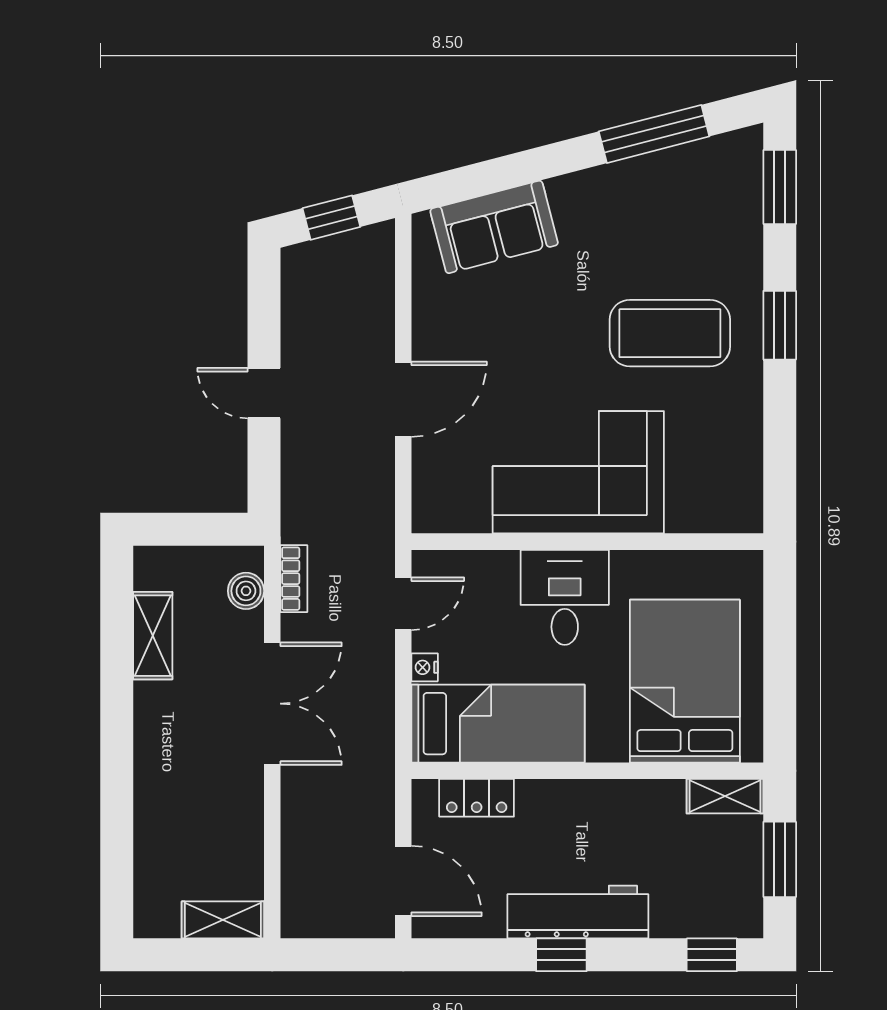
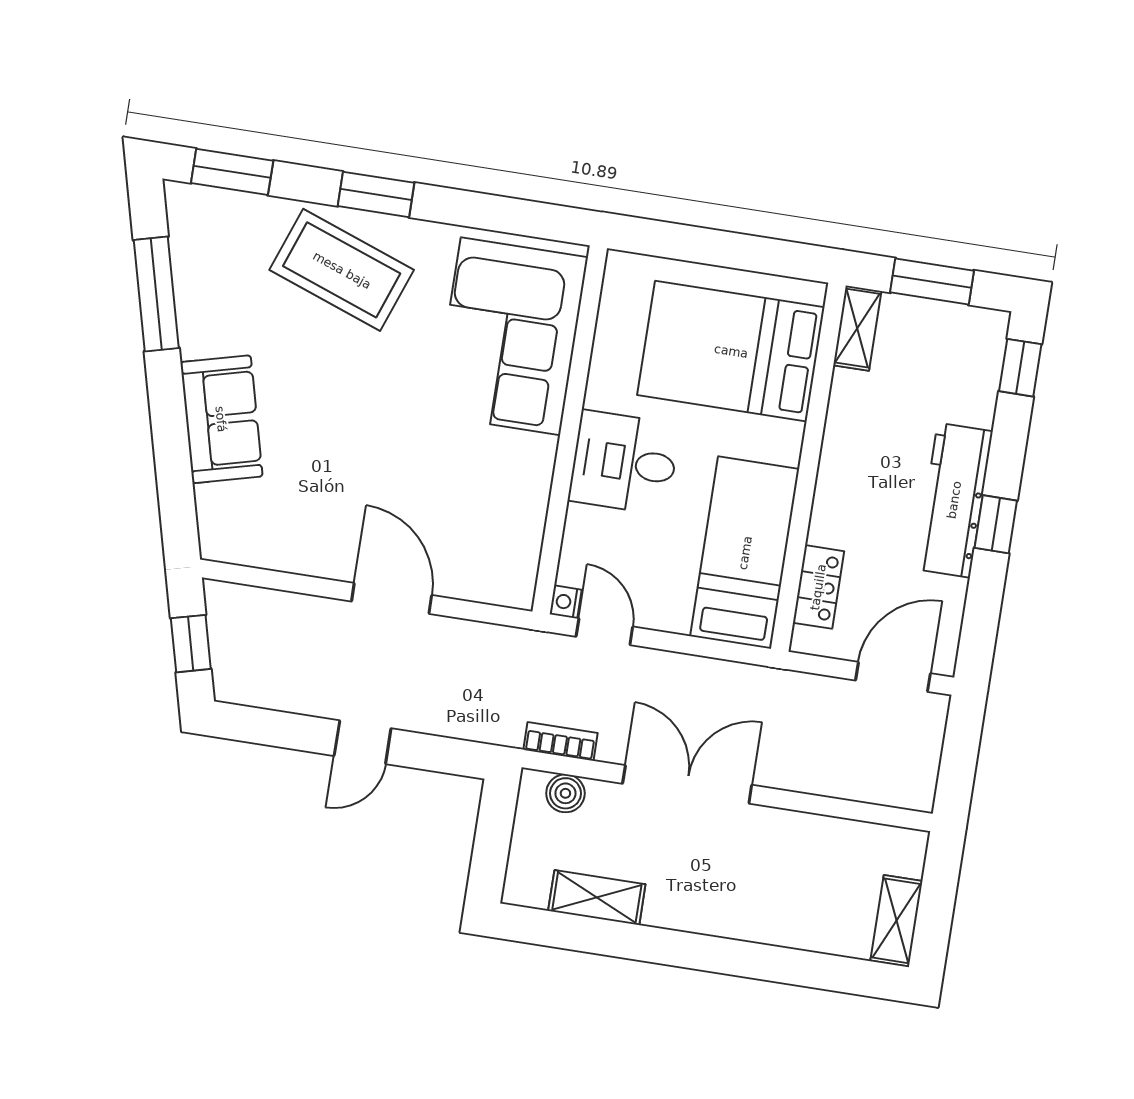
sofa: (494, 227) -> (221, 419), moved
coffee table: (670, 333) -> (342, 270), moved, turned -70
corner sofa: (578, 472) -> (511, 336), moved
nightstand: (425, 667) -> (566, 602), moved, turned 90
shelving: (223, 920) -> (896, 921), moved

